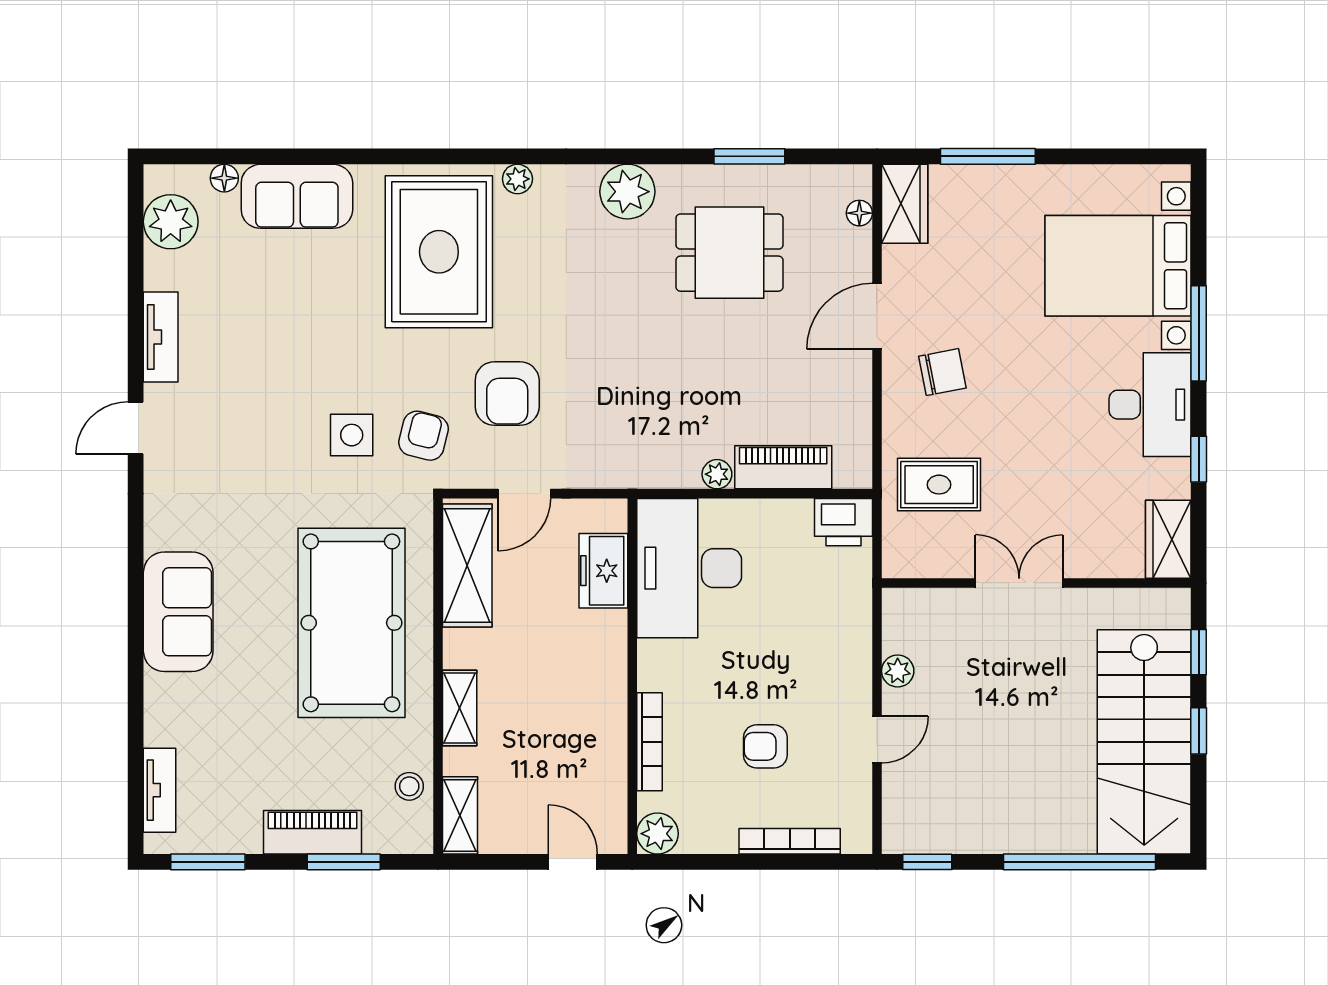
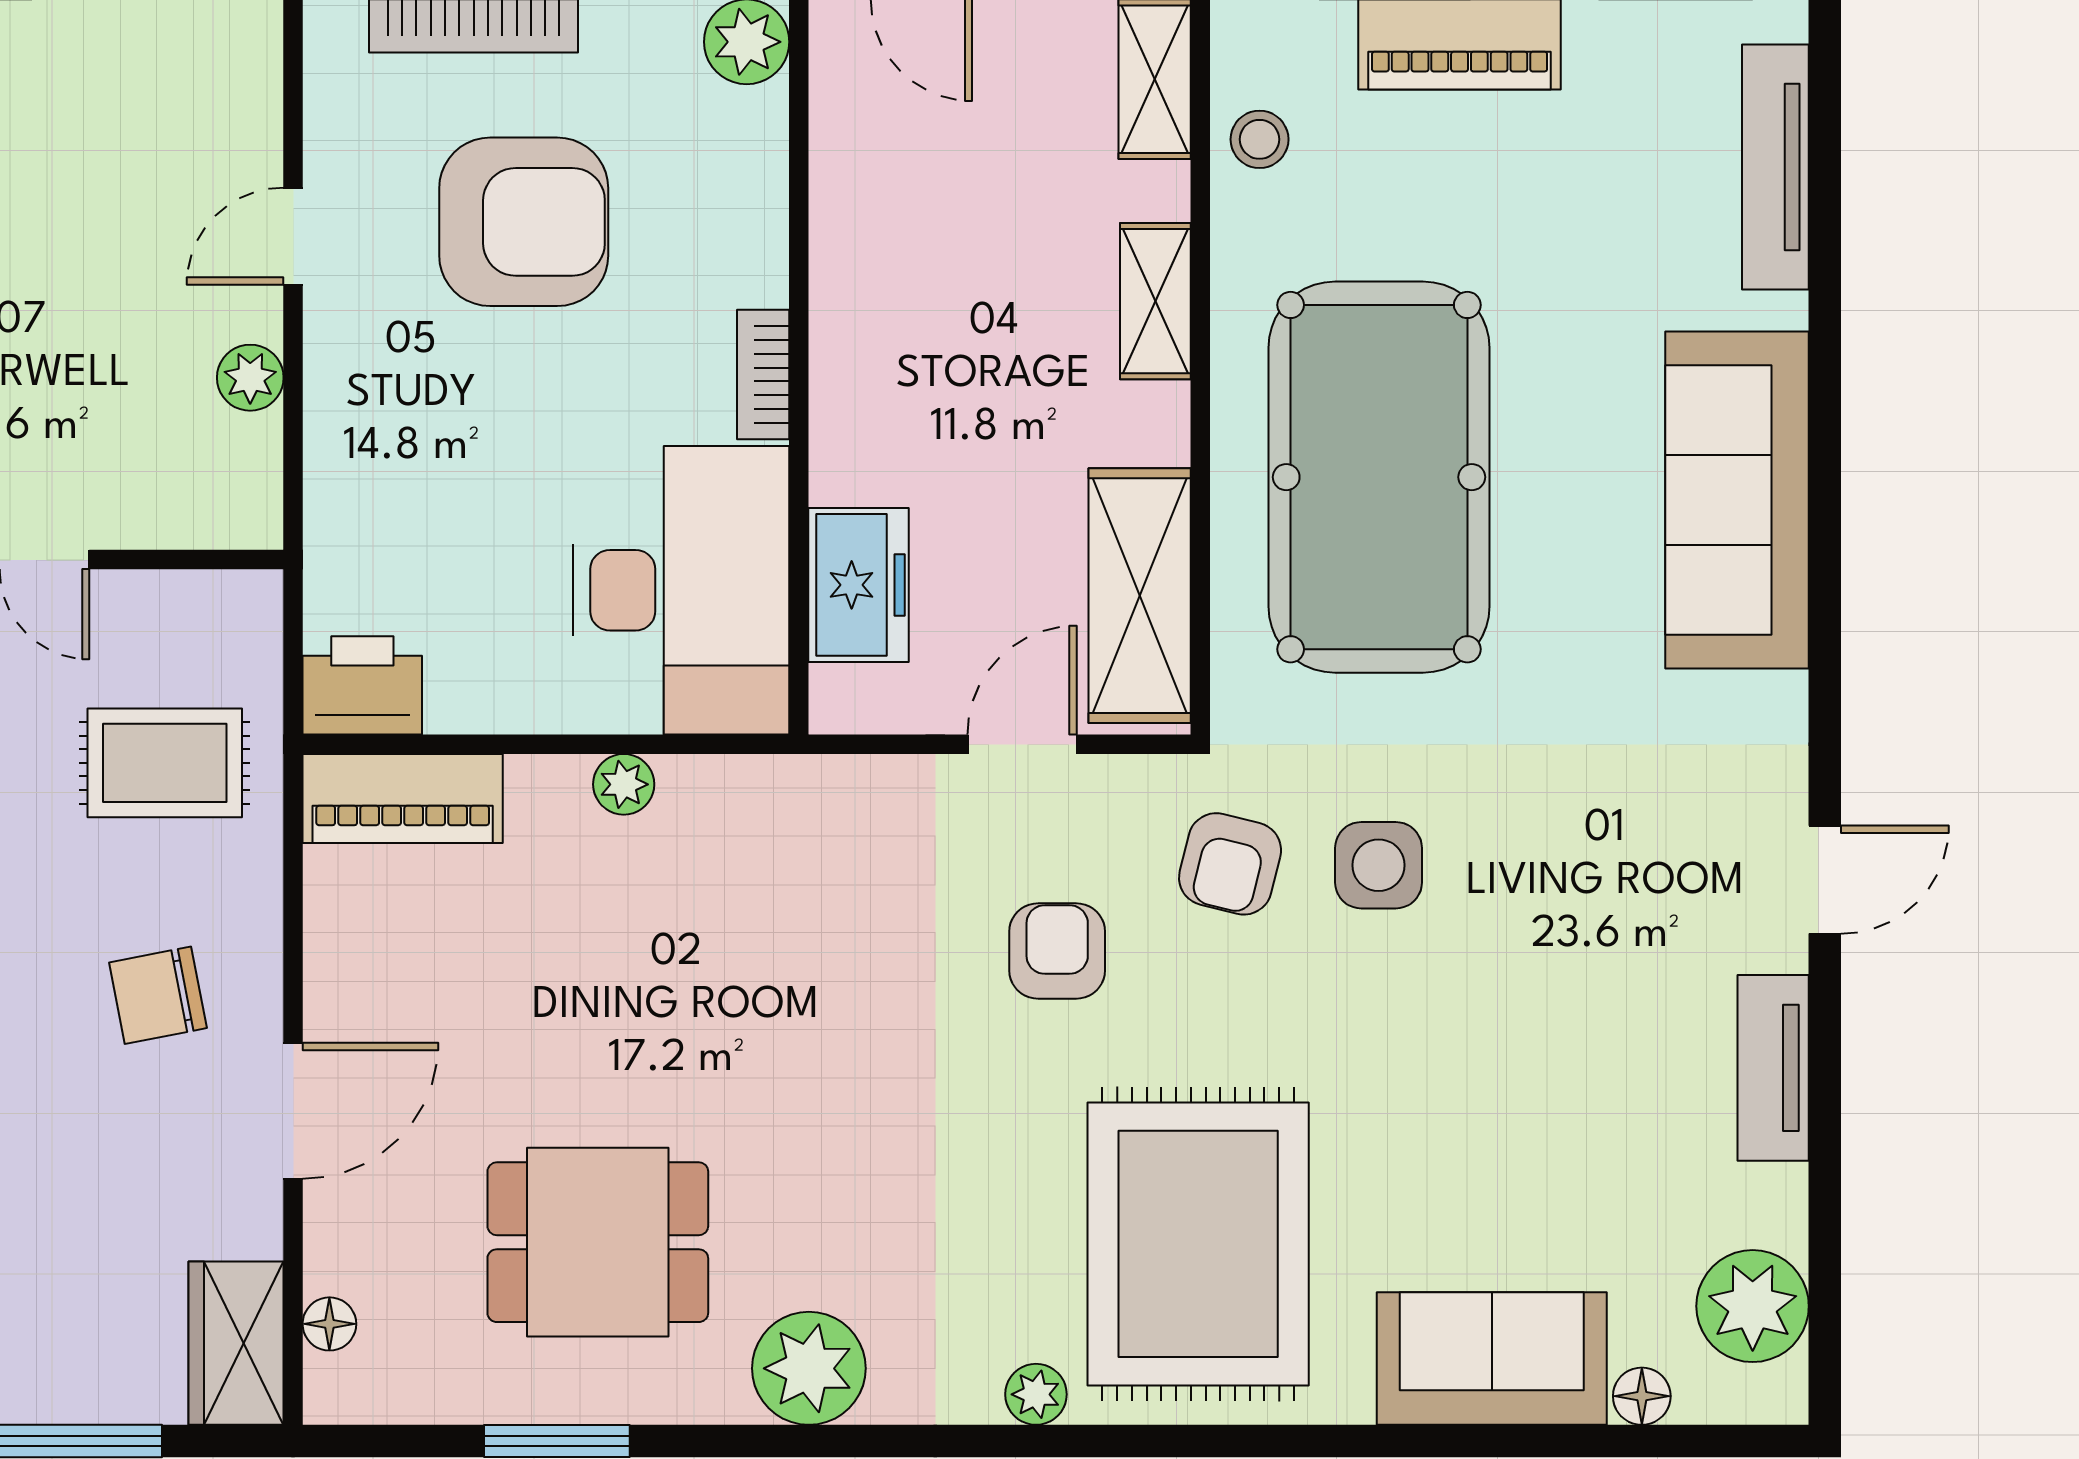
armchair: (507, 394) -> (1057, 951), width x0.72, depth x0.72
piano: (783, 467) -> (403, 799), moved
sofa: (178, 612) -> (1737, 500), width x1.36
bookcase: (649, 742) -> (763, 375), moved, width x0.64
armchair: (765, 746) -> (524, 222), width x1.88, depth x1.88
tv unit: (160, 790) -> (1775, 167), width x1.41

